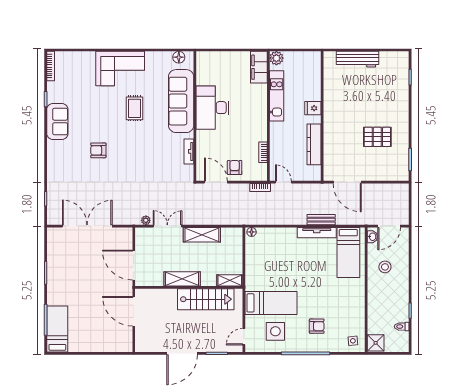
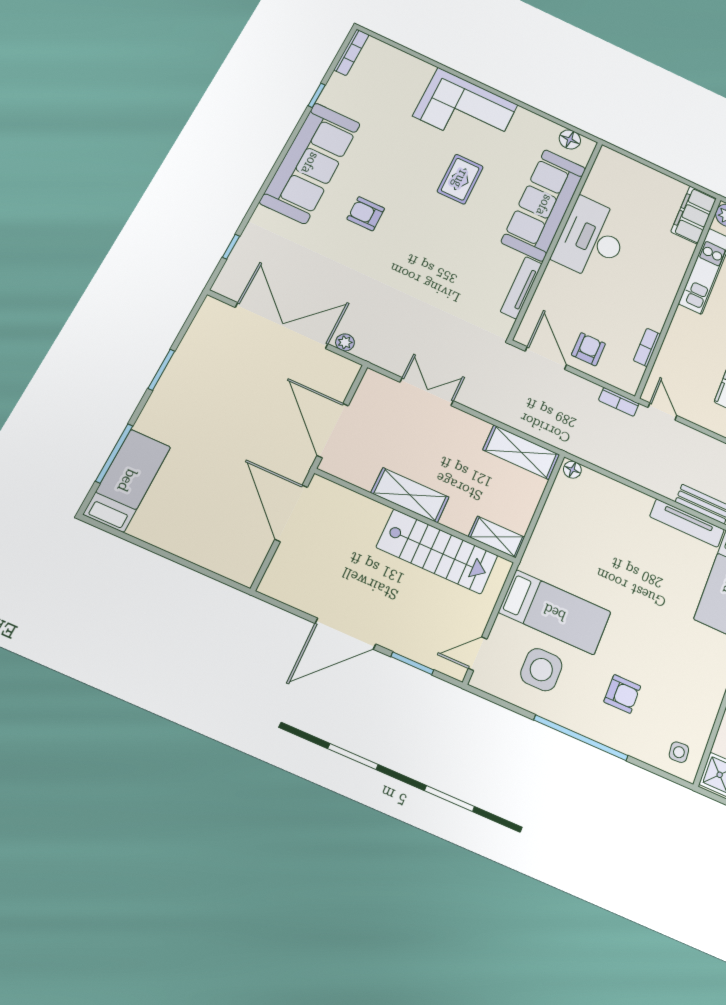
sofa: (57, 121) -> (310, 163), width x1.85, depth x1.27
tv unit: (189, 151) -> (521, 288), width x1.41
plant: (146, 220) -> (345, 342), moved
shelving: (202, 235) -> (521, 452), moved

